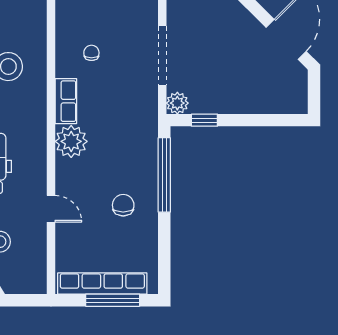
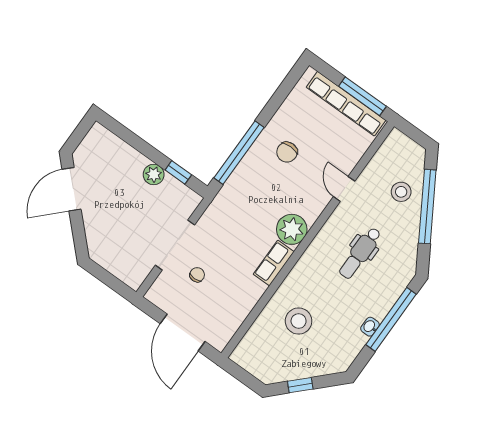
chair: (91, 53) -> (197, 275), moved, turned 180
plant: (177, 103) -> (154, 175), moved
window: (113, 300) -> (362, 96), moved

